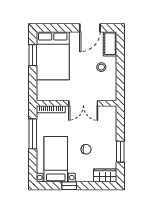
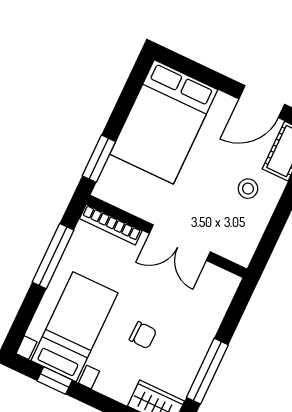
window: (33, 55) -> (99, 159), moved
window: (120, 152) -> (207, 371), width x1.44
window: (69, 186) -> (55, 381), moved

